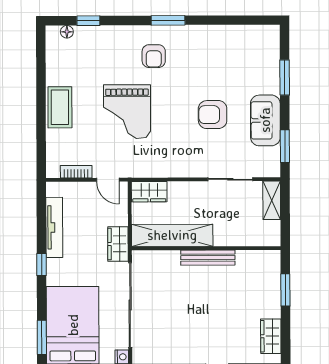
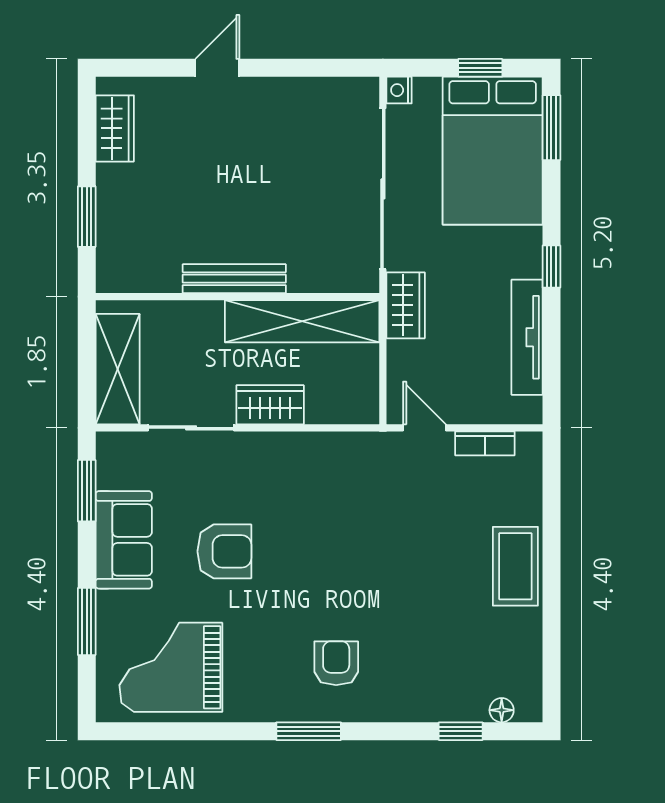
grand piano: (127, 112) -> (171, 667), moved, turned -90
wardrobe: (149, 192) -> (270, 405), moved
shelving: (272, 200) -> (118, 369), width x1.50, depth x1.33

